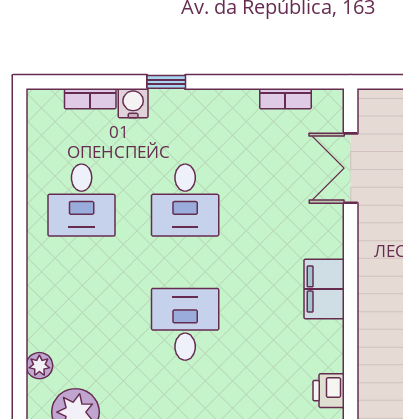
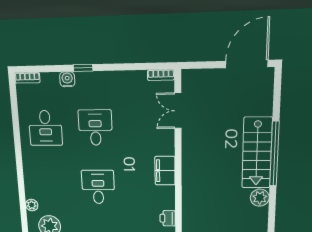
bookcase: (90, 99) -> (27, 78), moved
bookcase: (285, 99) -> (161, 75), moved
desk: (185, 200) -> (95, 128), turned 180

